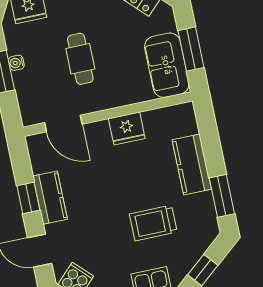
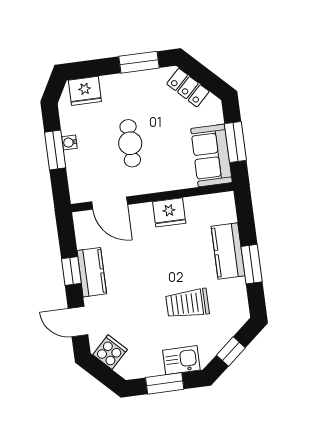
window: (222, 196) -> (252, 264), moved

